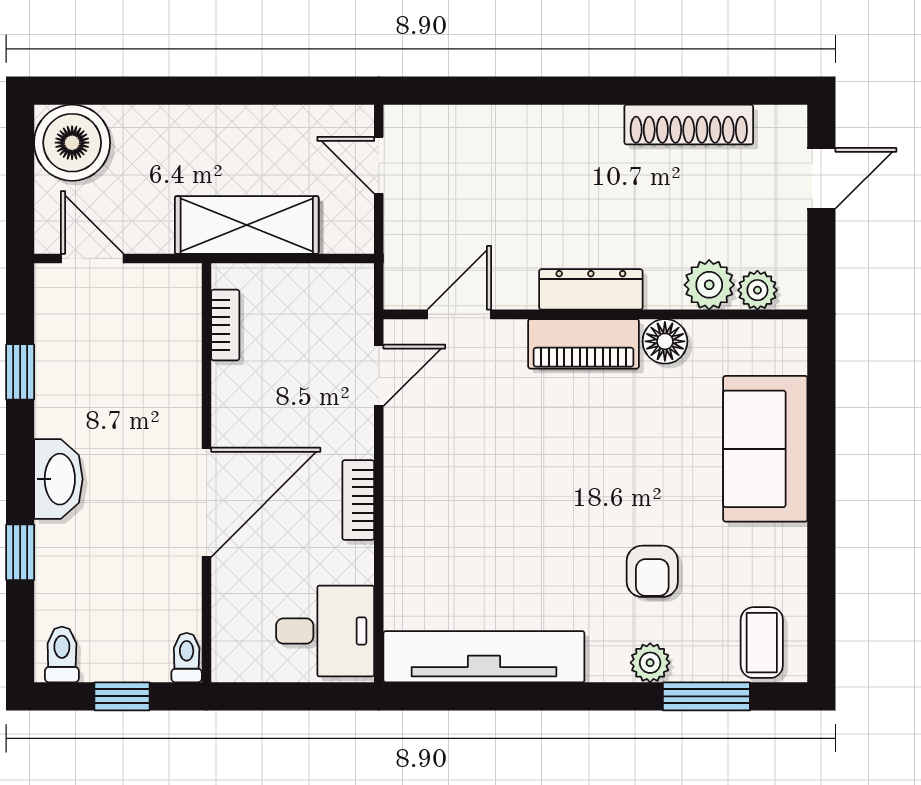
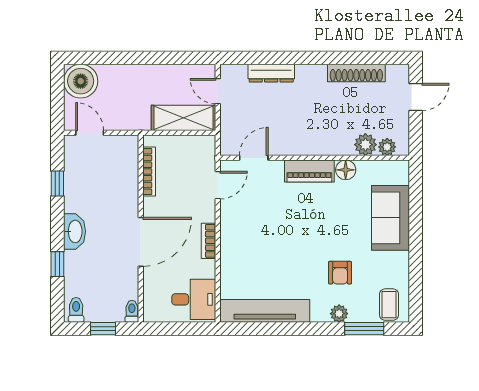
shelving: (247, 225) -> (184, 118), moved
dresser: (591, 289) -> (271, 73), moved, turned 180
bookcase: (225, 325) -> (149, 171), width x1.56

